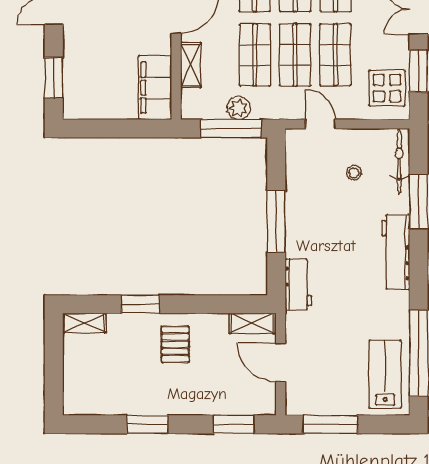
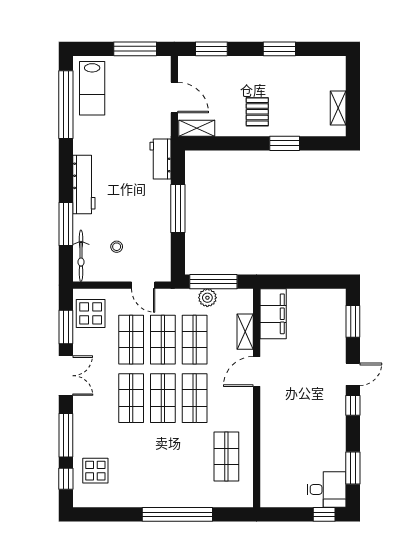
shelving: (84, 323) -> (338, 108), moved, turned 90

